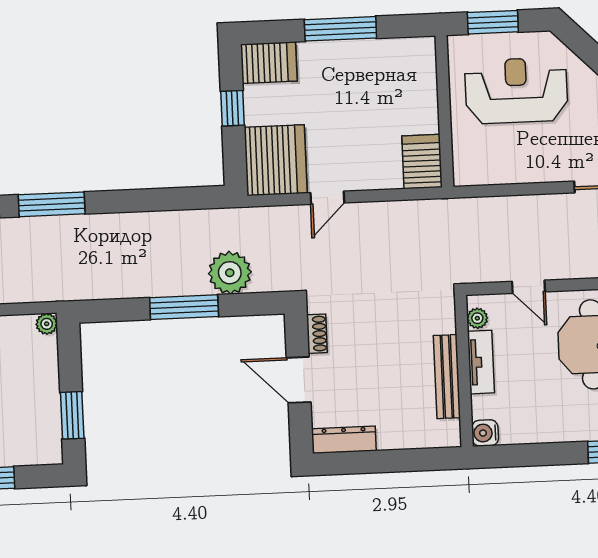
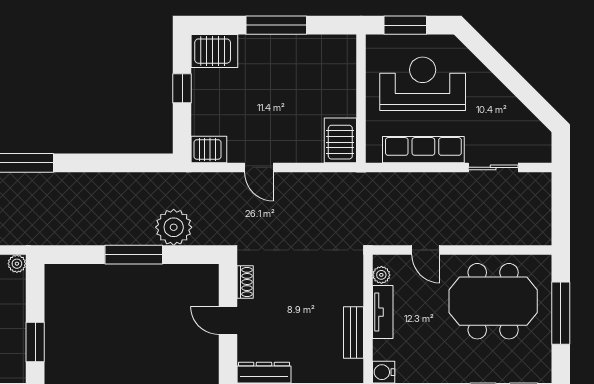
server rack: (276, 160) -> (209, 150), width x0.46, depth x0.70
row of seats: (521, 168) -> (423, 150), added
door: (327, 198) -> (259, 167), hinge flipped
bench: (447, 377) -> (353, 333), width x0.73
door: (299, 380) -> (228, 320), width x0.73

